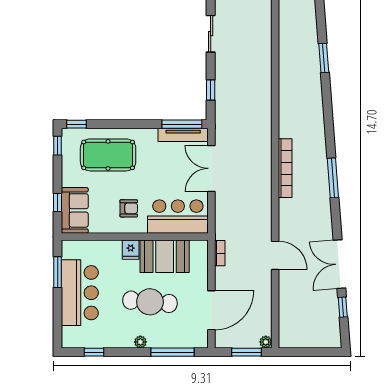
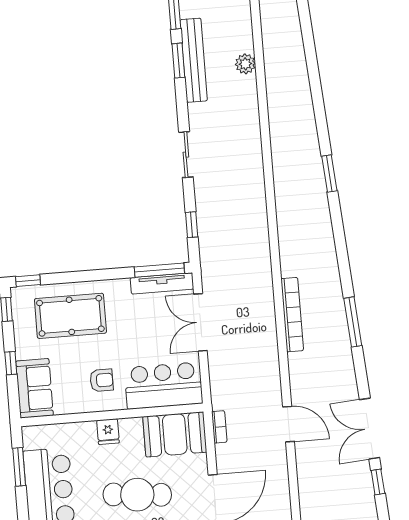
window: (58, 202) -> (11, 363), moved
booth: (165, 256) -> (175, 434), moved

